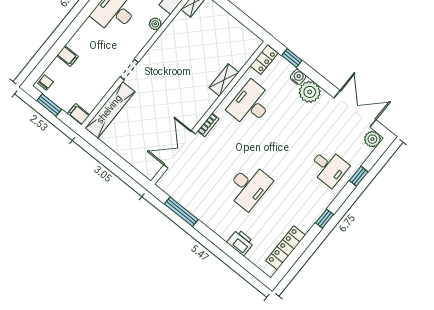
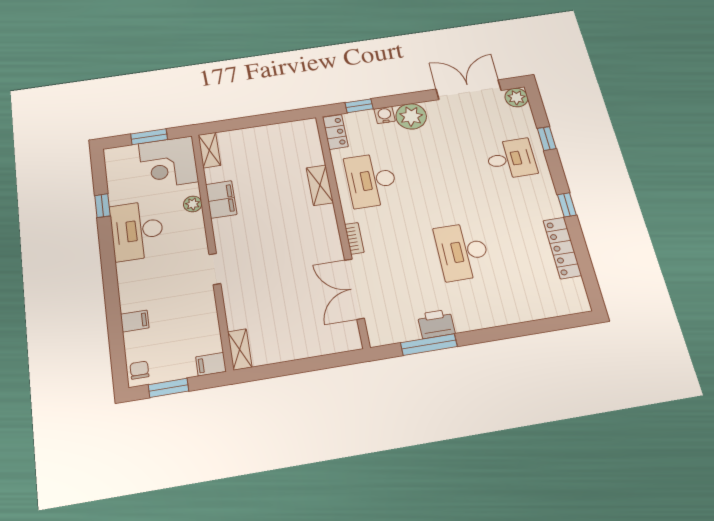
filing cabinet: (171, 36) -> (221, 199), added
shelving: (110, 110) -> (240, 349), width x0.45, depth x0.75
desk: (249, 186) -> (462, 252), turned 180
printer: (240, 242) -> (436, 324), moved
locker: (286, 248) -> (562, 248), moved

